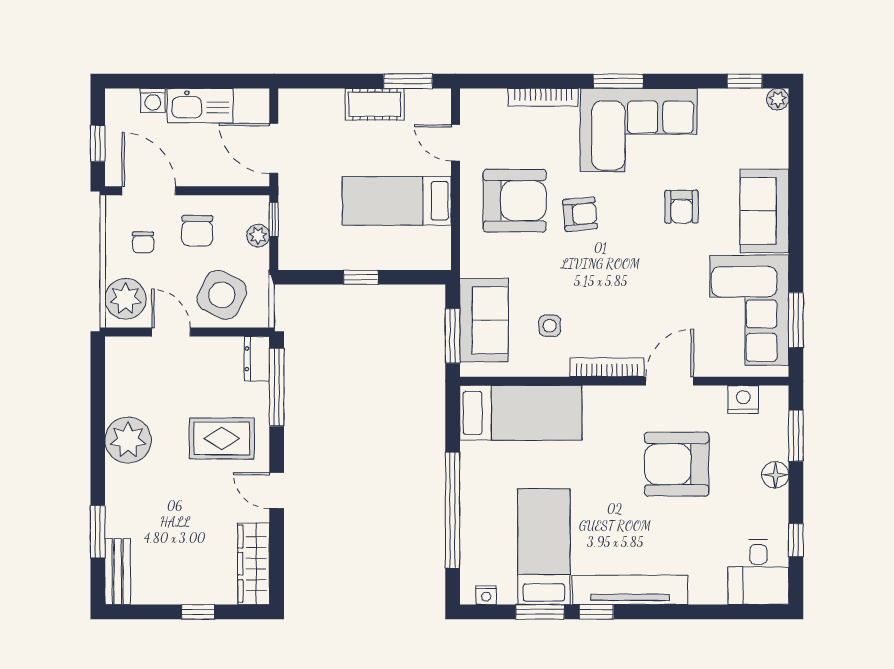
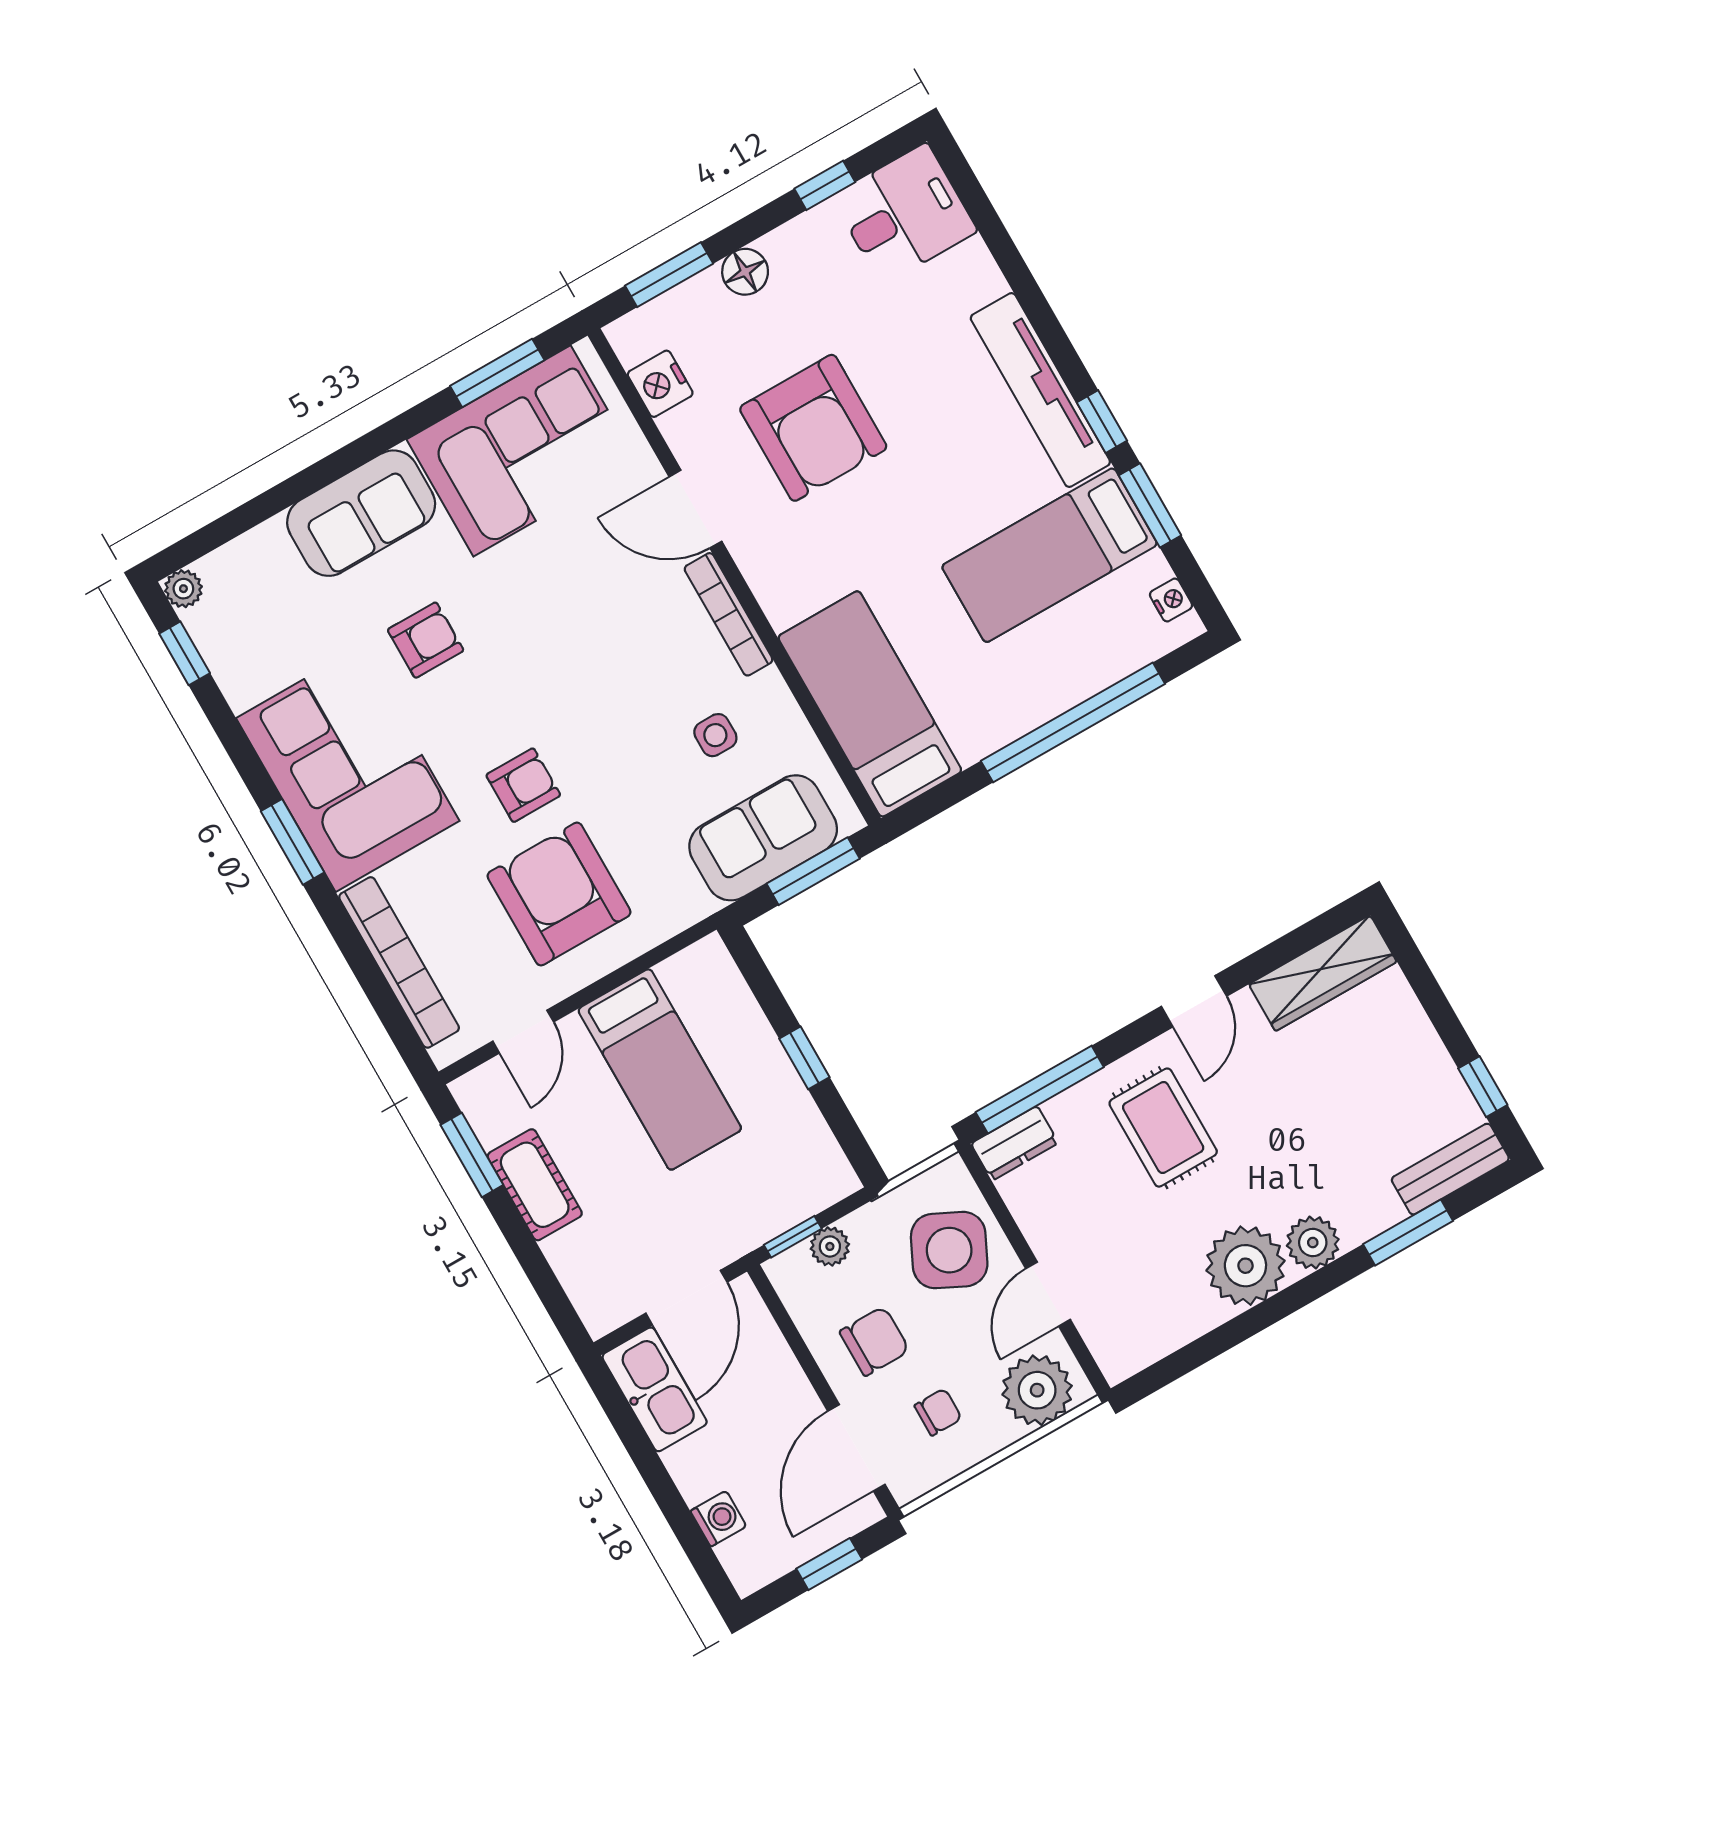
bookcase: (543, 97) -> (399, 962), width x1.48, depth x1.31
kitchen sink: (200, 106) -> (655, 1389), moved
armchair: (580, 214) -> (523, 785), turned 95
plant: (120, 481) -> (1313, 1243), added
window: (198, 612) -> (1483, 1087), moved

